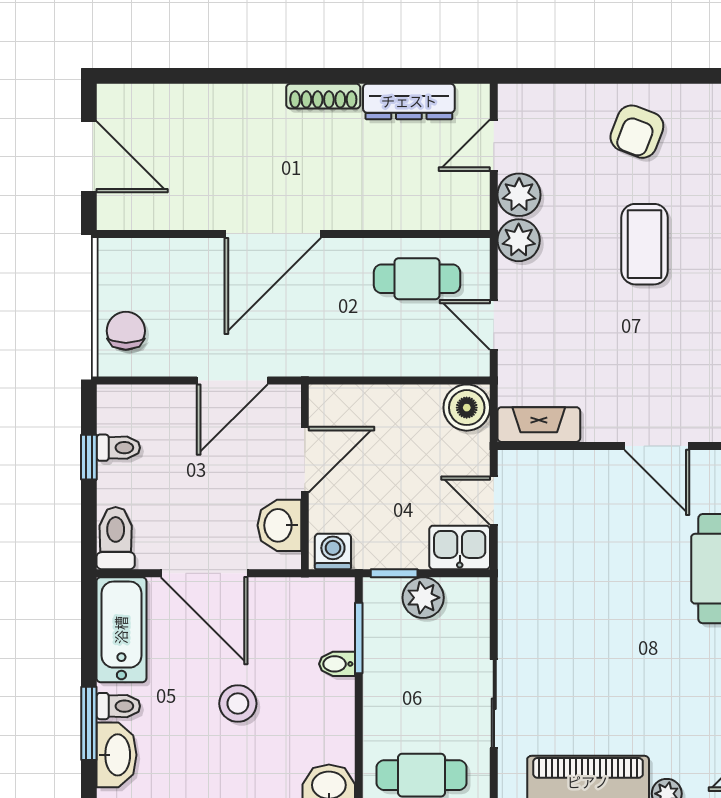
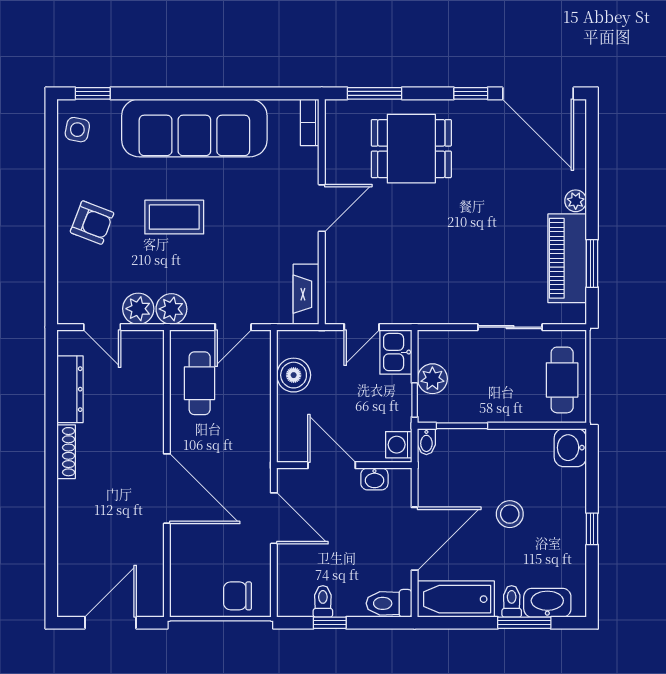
boiler: (467, 408) -> (294, 375), moved
washbasin: (279, 525) -> (374, 479), width x0.72, depth x0.69
bidet: (337, 664) -> (426, 442), moved

